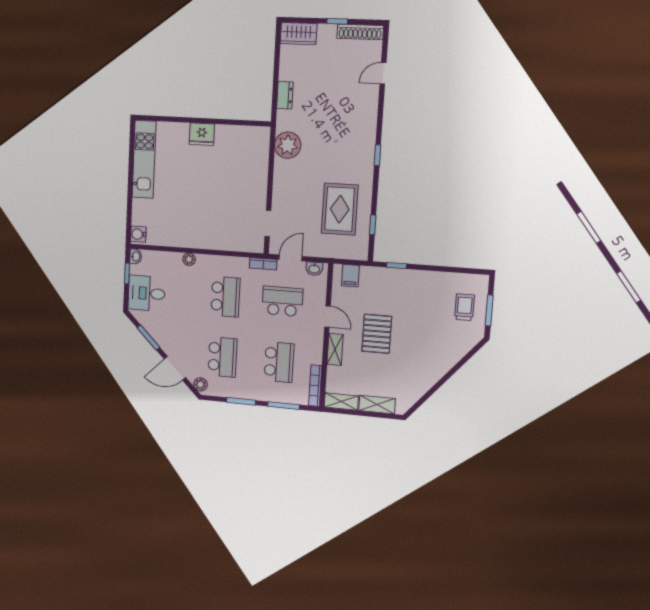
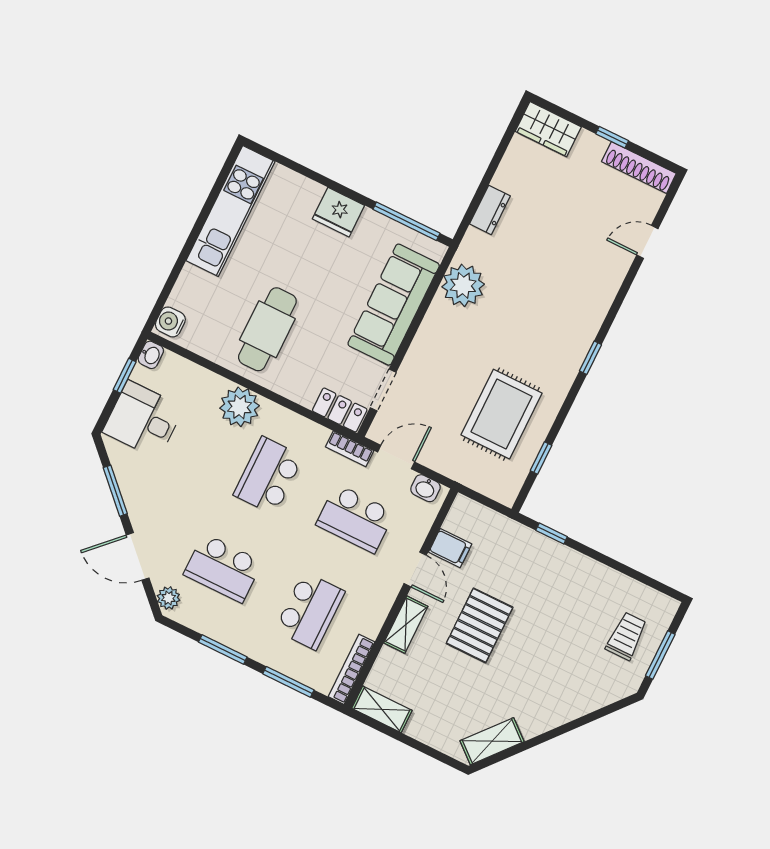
window: (241, 123) -> (406, 221), added
sofa: (254, 173) -> (394, 305), added
cafe table: (191, 216) -> (267, 329), added
locker: (249, 244) -> (340, 410), added
plant: (189, 259) -> (240, 407), width x1.88, depth x1.88
filing cabinet: (350, 276) -> (450, 548), moved, turned -90
school desk: (225, 297) -> (268, 476), turned 180
school desk: (282, 301) -> (355, 518), turned 180
school desk: (222, 357) -> (223, 568), turned 90
shelving: (377, 405) -> (492, 741), moved, turned -50

